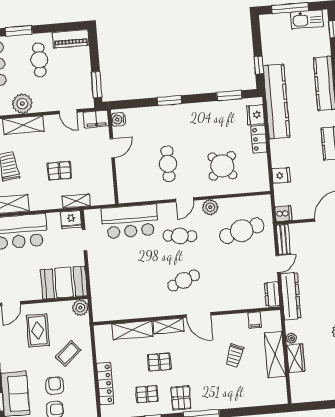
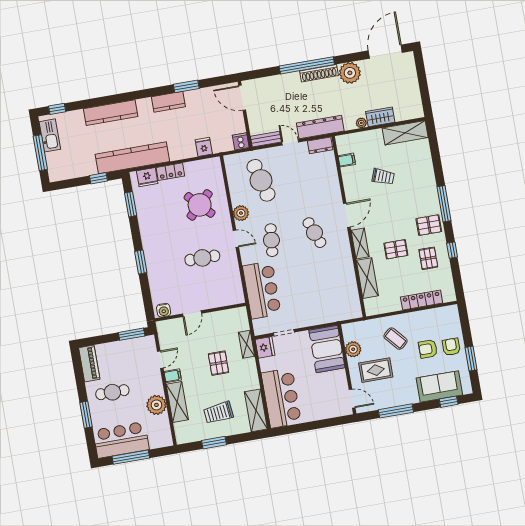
filing cabinet: (96, 119) -> (173, 376), moved, width x0.50
door: (112, 148) -> (192, 314), swing flipped
plant: (80, 308) -> (353, 349), moved
shelving: (275, 355) -> (405, 133), moved
pallet: (159, 362) -> (396, 249), turned 90

